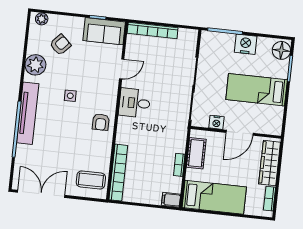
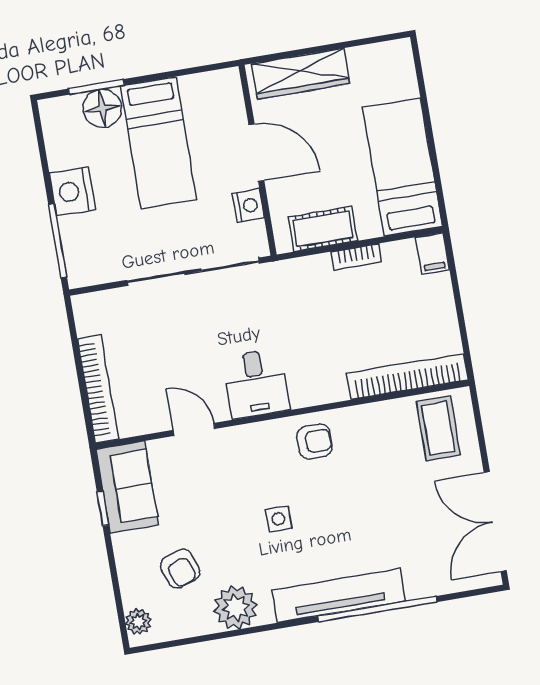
armchair: (60, 45) -> (180, 569), turned -153
floor lamp: (281, 50) -> (102, 108), moved
bookcase: (269, 199) -> (373, 53), removed

